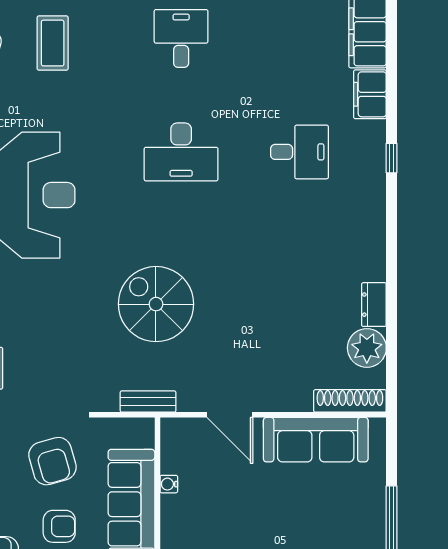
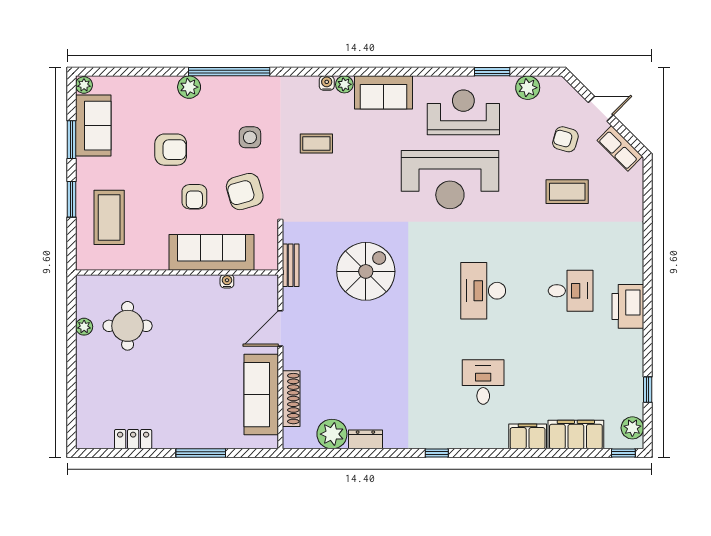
desk: (299, 152) -> (483, 382), turned 180
window: (392, 158) -> (437, 453), moved
shoe rack: (350, 401) -> (291, 399), moved

